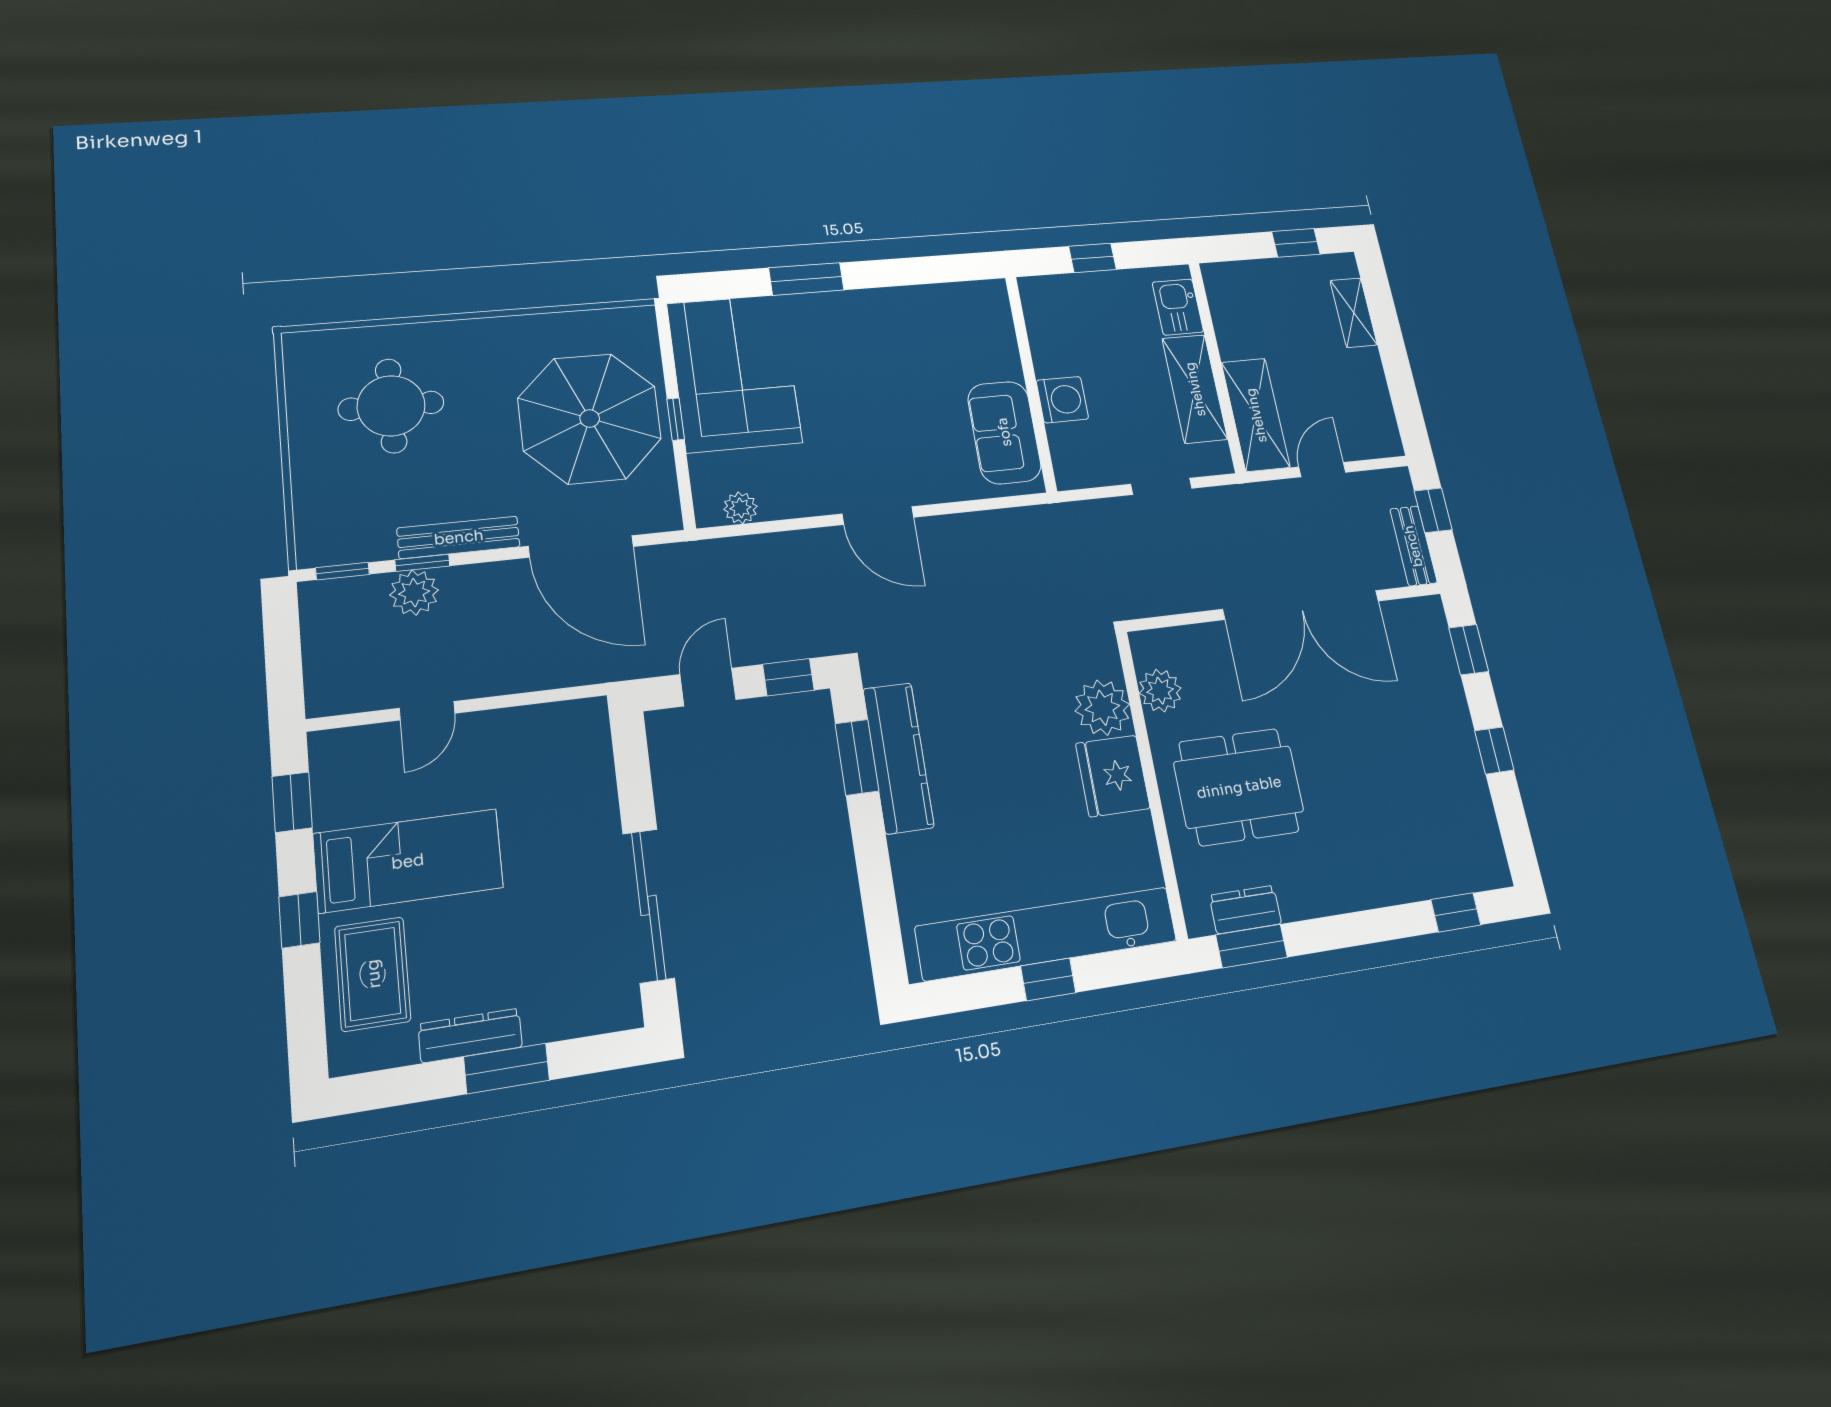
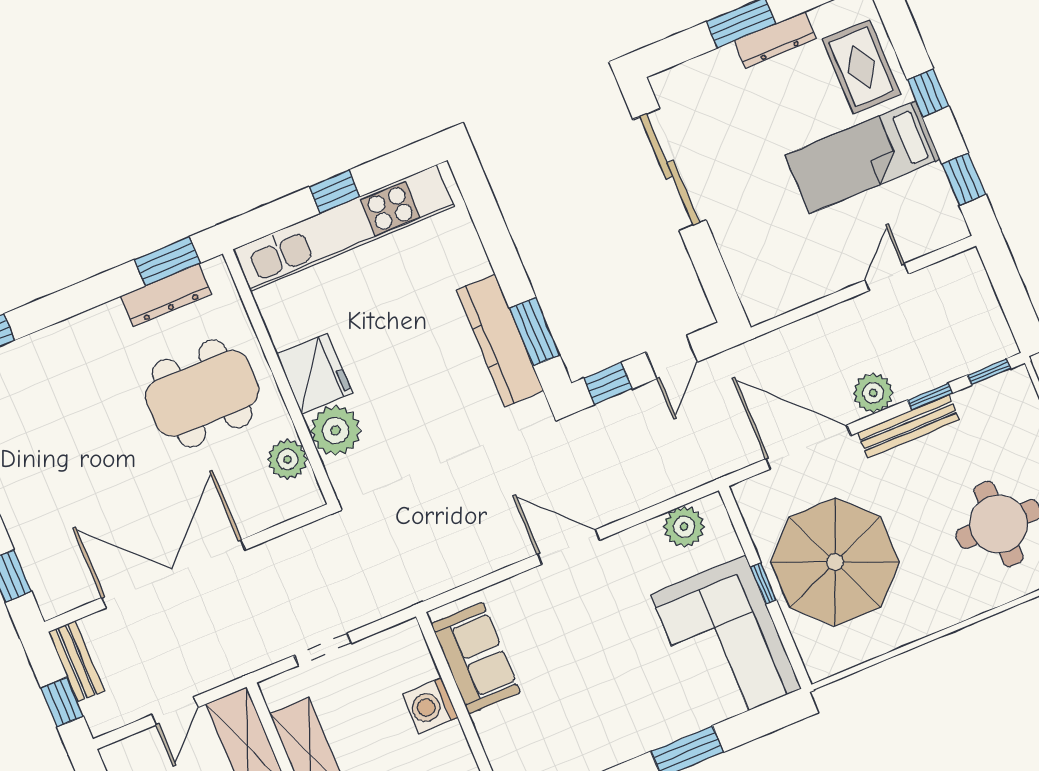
plant: (740, 508) -> (684, 527), width x1.38, depth x1.38
plant: (414, 593) -> (873, 393), moved
dresser: (1245, 910) -> (166, 295), width x1.44

